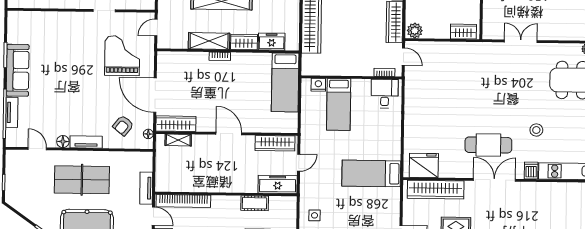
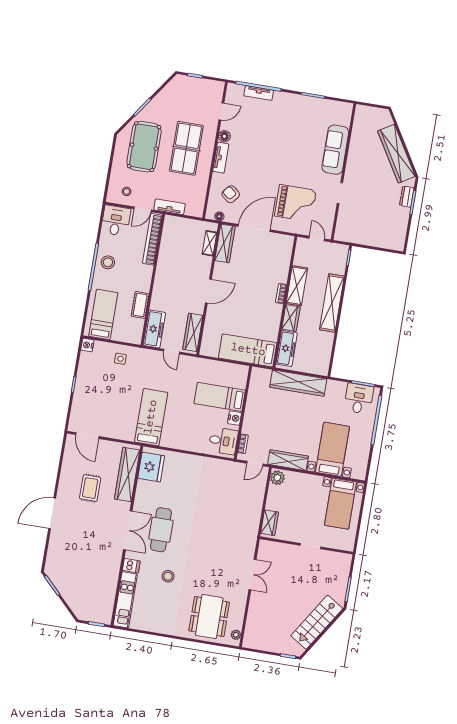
freezer: (272, 42) -> (287, 349), width x1.40
sofa: (18, 70) -> (335, 150), moved, turned 90
nightstand: (318, 85) -> (235, 418), moved

